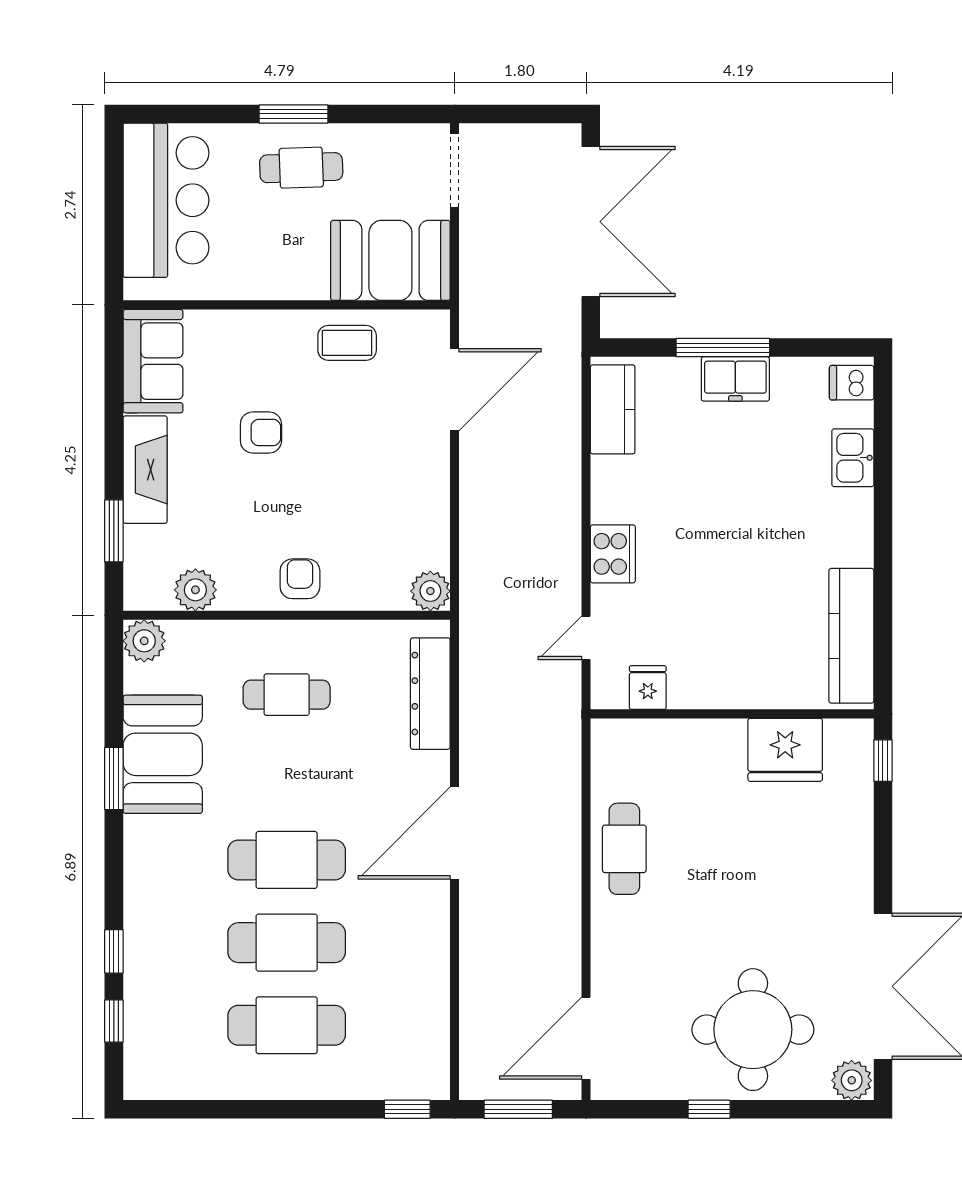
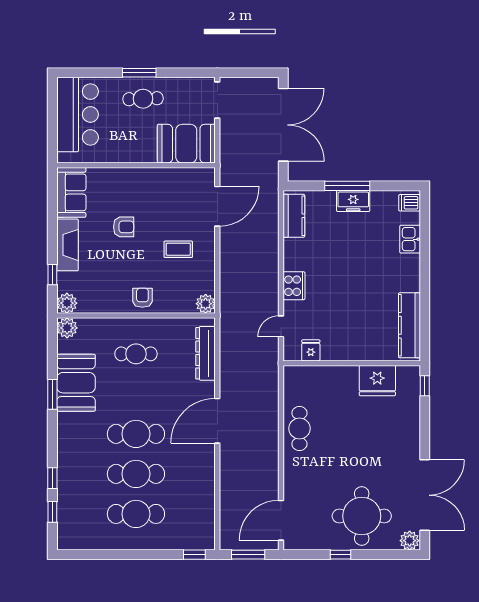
coffee table: (347, 343) -> (178, 249), moved
window: (114, 531) -> (52, 275), width x0.67
plant: (195, 590) -> (67, 303), moved

